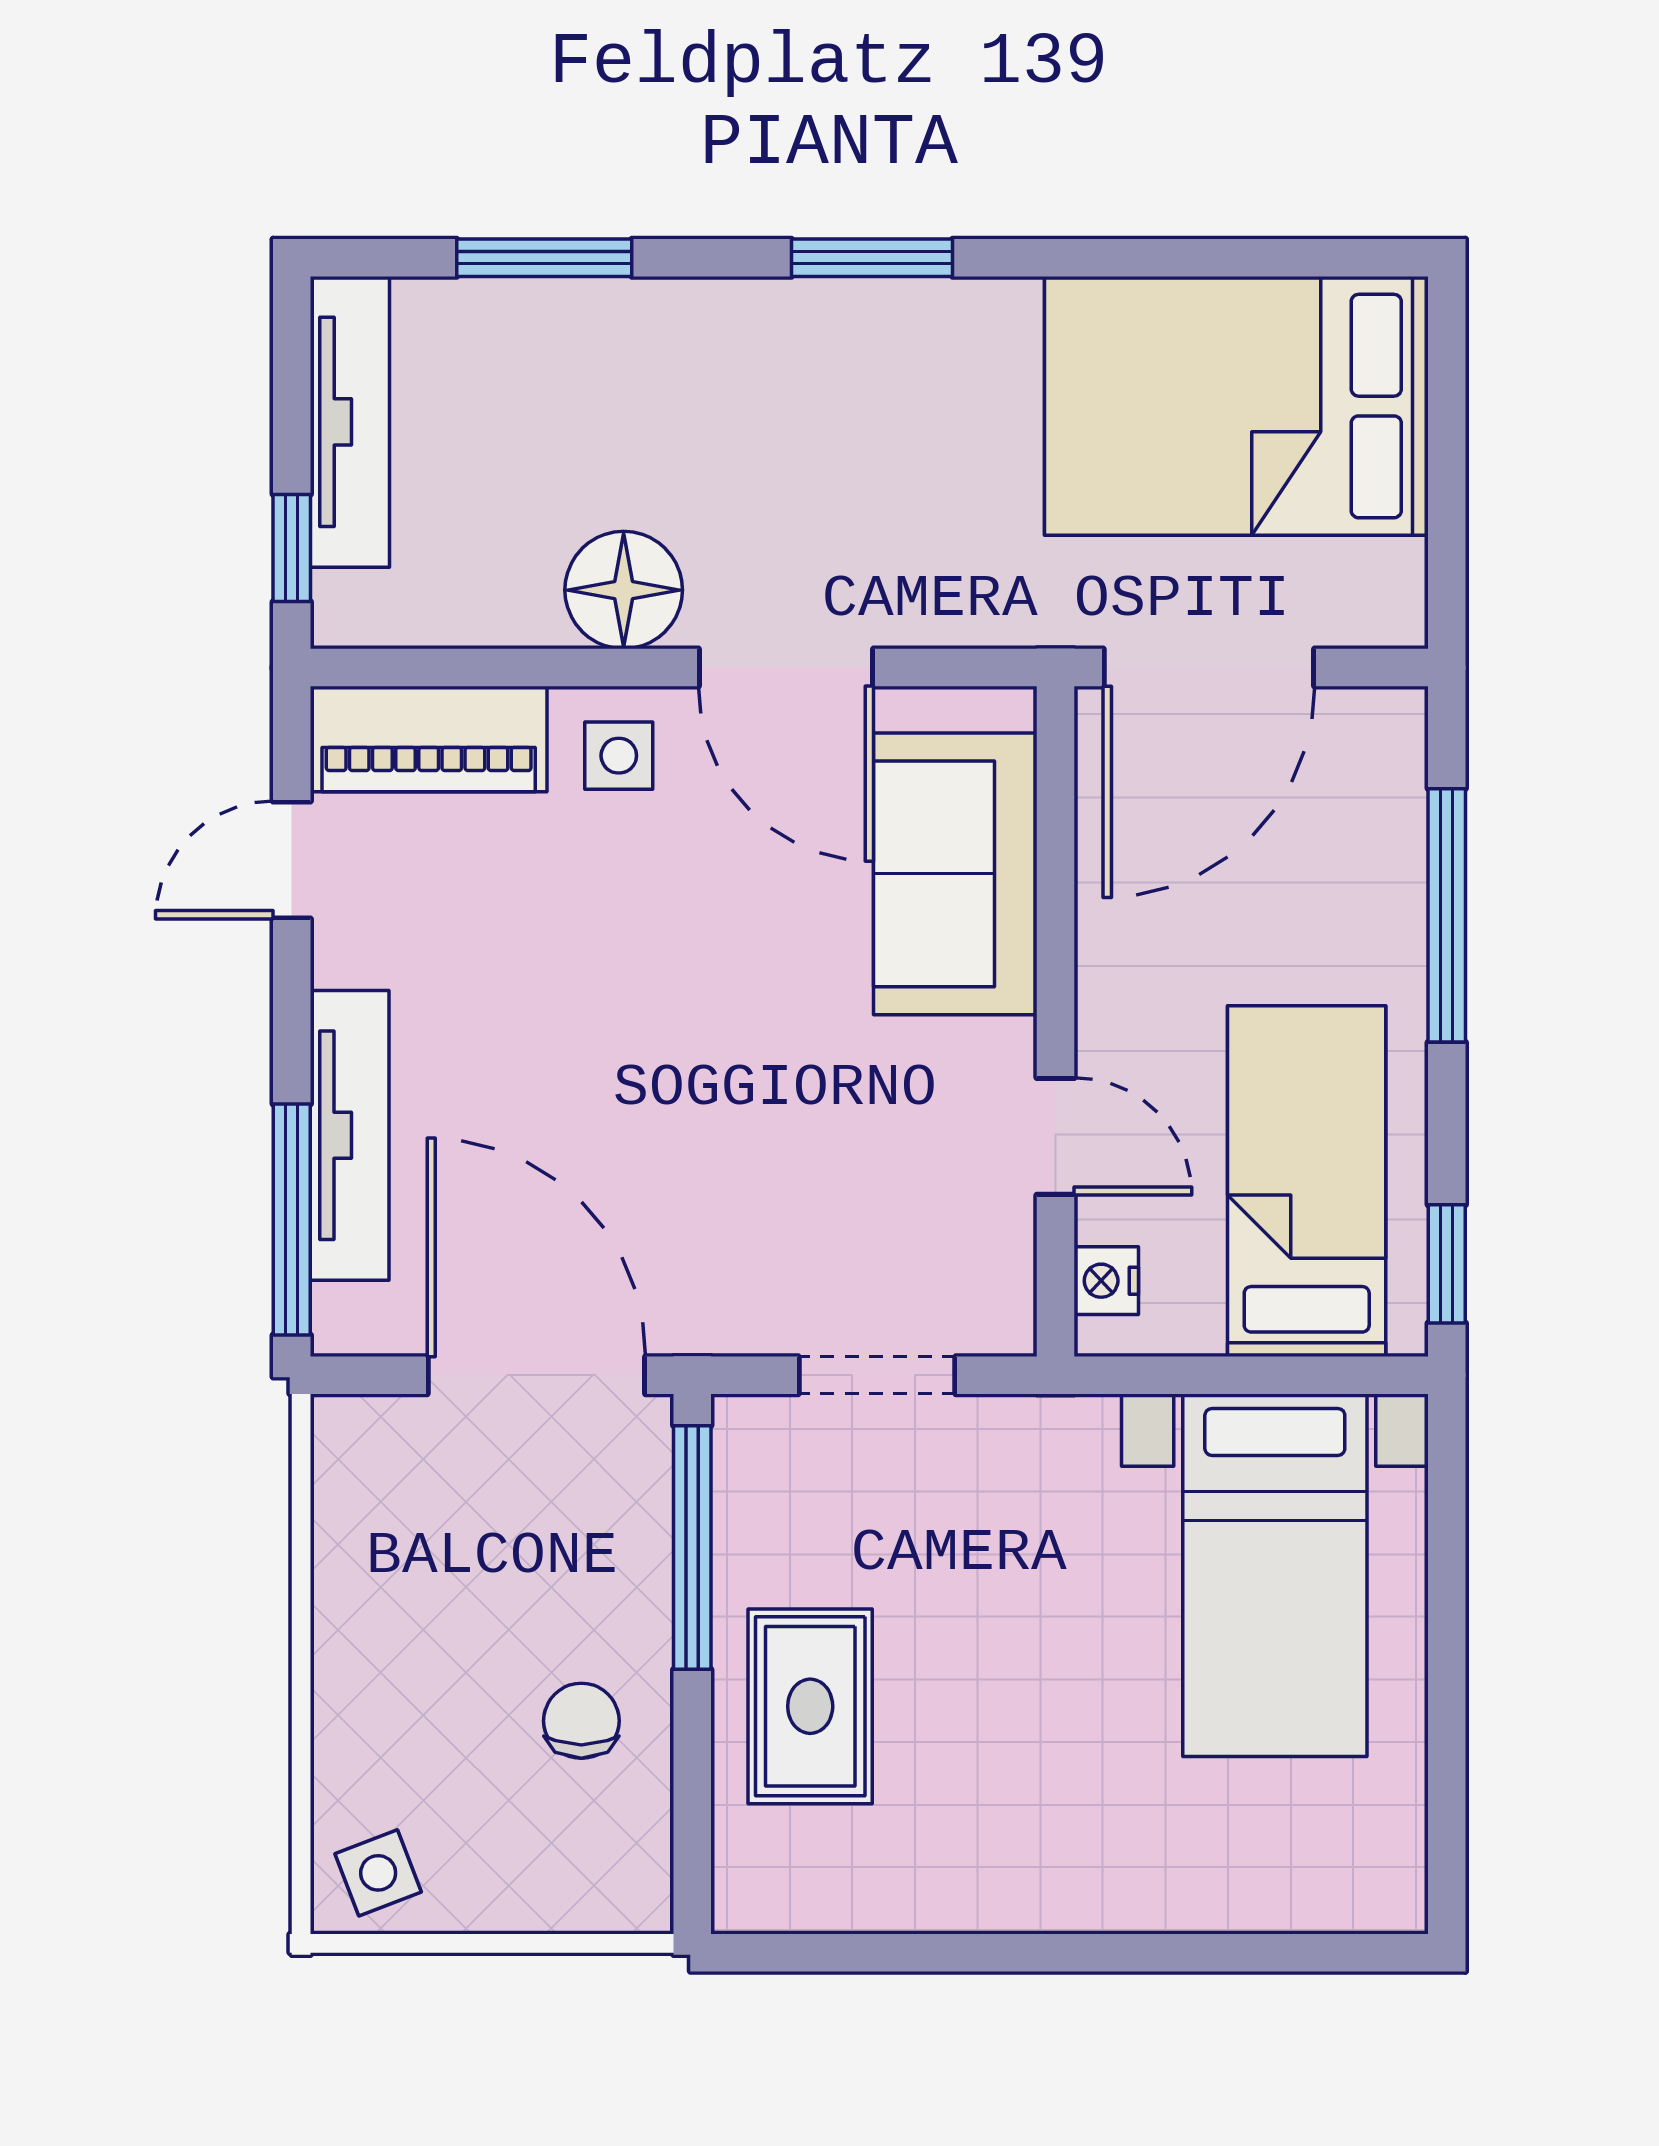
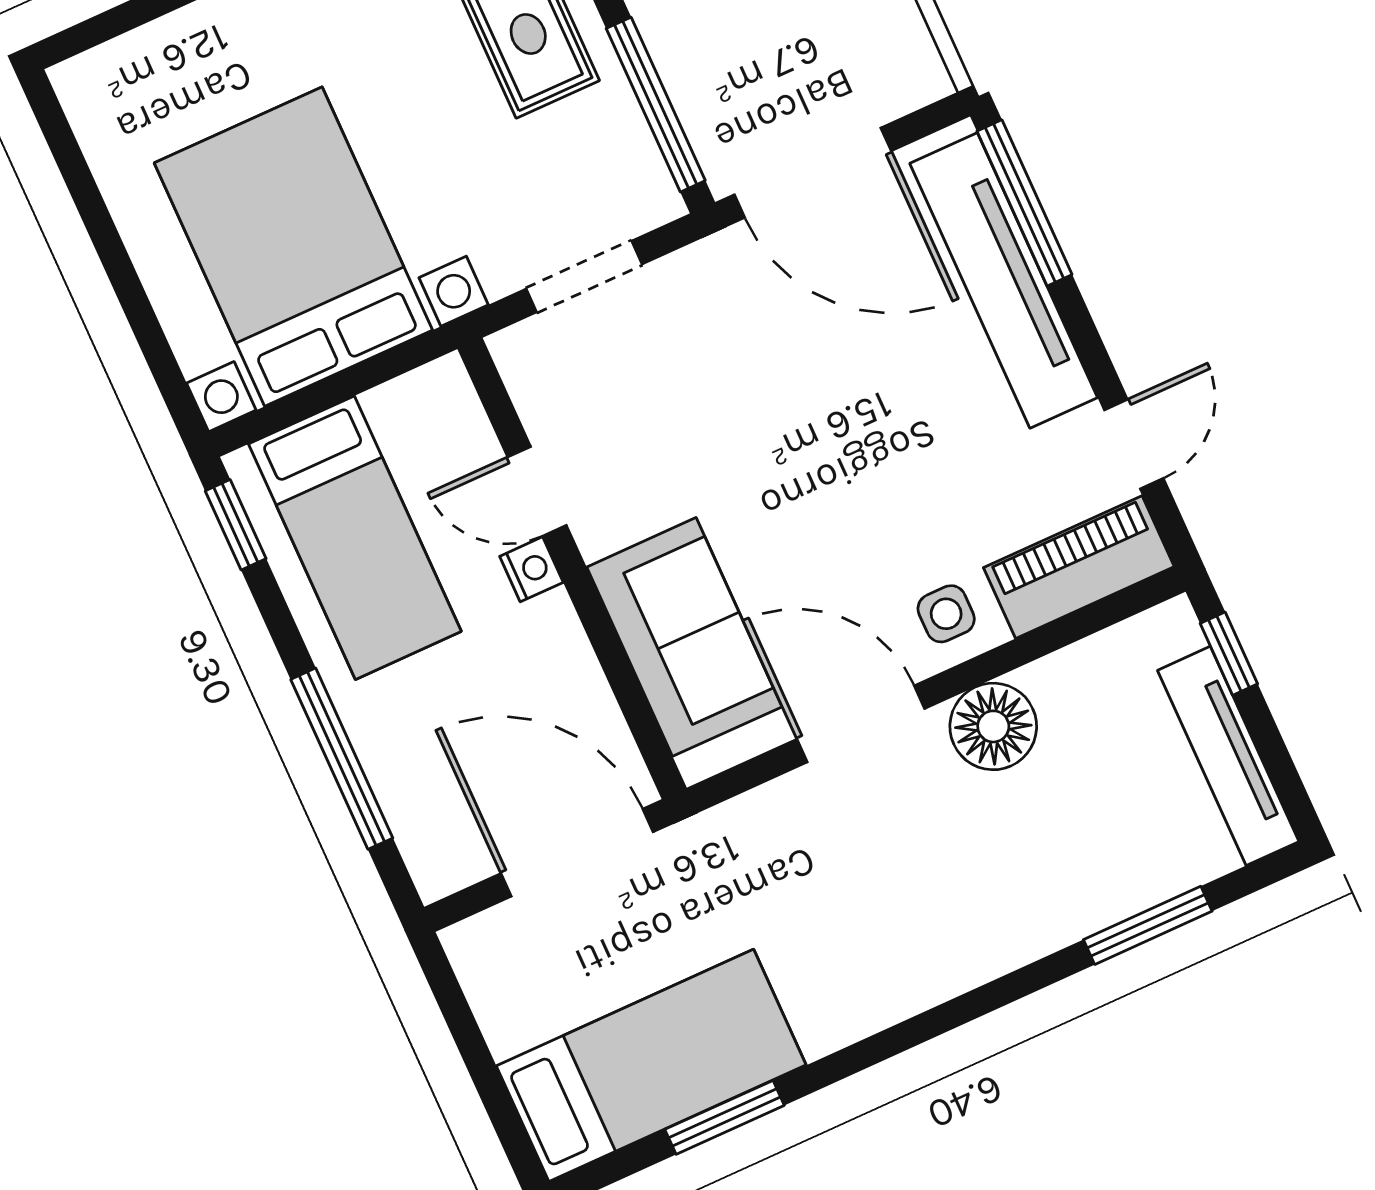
window: (872, 258) -> (725, 1117), moved
bed: (1236, 406) -> (651, 1065), width x0.67
door: (1209, 667) -> (577, 853), hinge flipped
tv unit: (350, 1135) -> (1004, 280), width x1.36, depth x1.29
nightstand: (1106, 1281) -> (531, 569), moved
bed with nightstands: (1275, 1575) -> (293, 247), width x1.36

